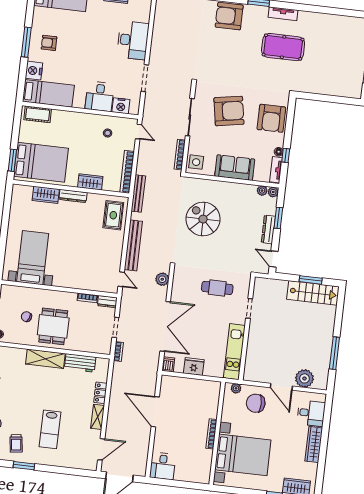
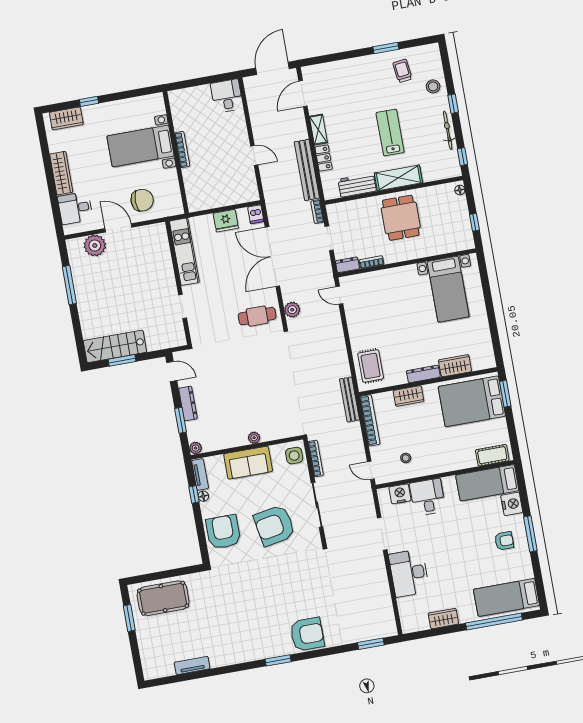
tv unit: (283, 14) -> (192, 665), moved
pool table: (283, 47) -> (163, 598), moved
plant: (262, 191) -> (254, 438), moved
spiral stairs: (203, 219) -> (266, 393), removed
bench: (133, 245) -> (307, 170), moved
cafe table: (217, 288) -> (257, 316), moved
chair: (26, 317) -> (435, 219), removed
plant: (236, 388) -> (170, 210), removed
door: (155, 412) -> (254, 155), width x0.53
lab bench: (50, 429) -> (390, 133), moved
bed with nightstands: (243, 455) -> (141, 146), width x0.73

